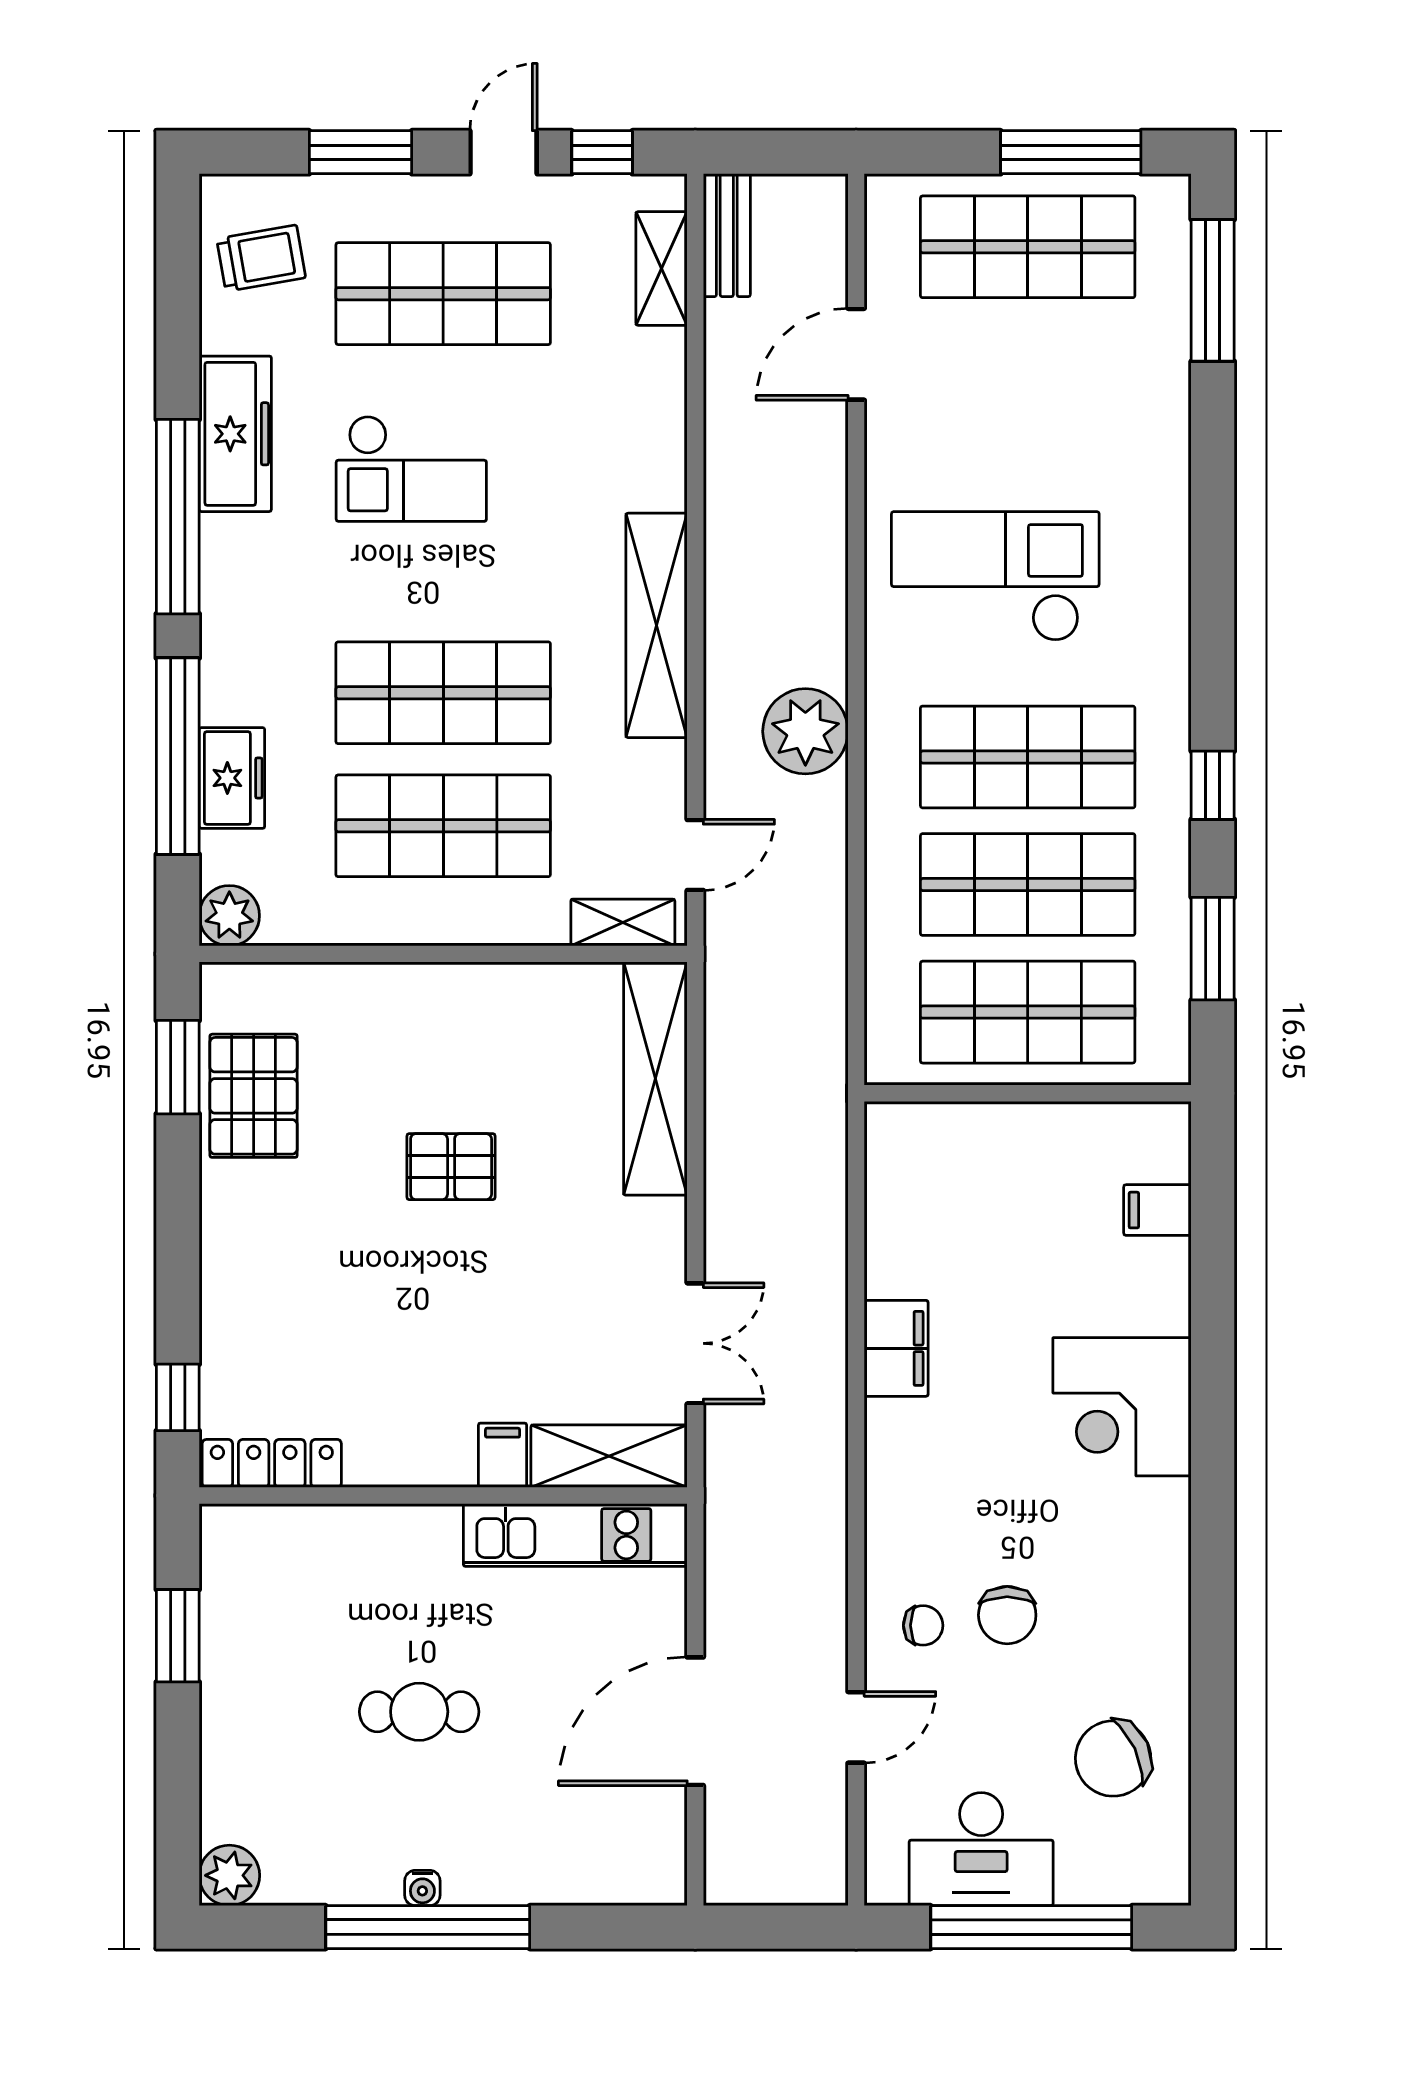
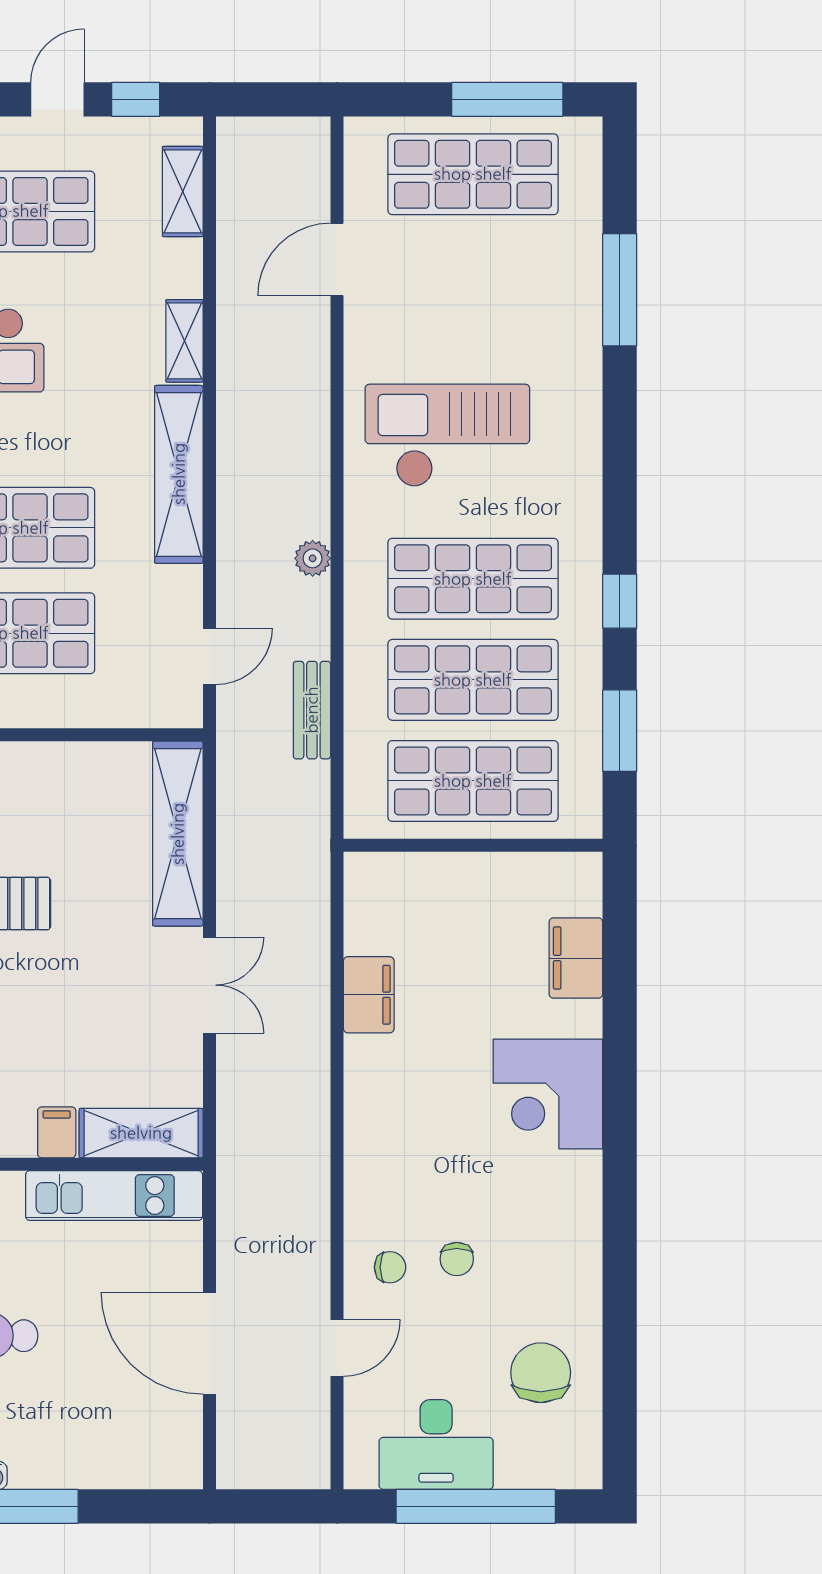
bench: (727, 235) -> (312, 710), moved
window: (1213, 290) -> (620, 290), moved
plant: (805, 731) -> (313, 558), width x0.53, depth x0.53
shelving: (623, 922) -> (185, 341), moved, turned 90
filing cabinet: (1157, 1210) -> (576, 958), width x2.00
double door: (695, 1343) -> (209, 985), moved
filing cabinet: (896, 1348) -> (369, 995), moved
chair: (1007, 1615) -> (457, 1259), width x0.73, depth x0.73
door: (695, 1721) -> (209, 1343), hinge flipped
chair: (1113, 1758) -> (541, 1373), turned 115

